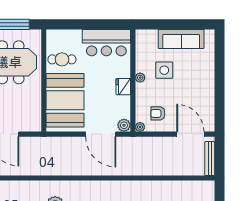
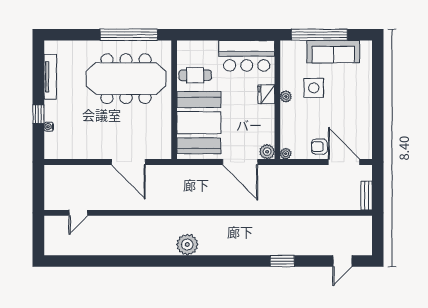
window: (169, 24) -> (319, 35), added
fridge: (123, 87) -> (266, 94), moved
armchair: (158, 113) -> (319, 147), moved
bench: (210, 159) -> (367, 196), width x0.73

